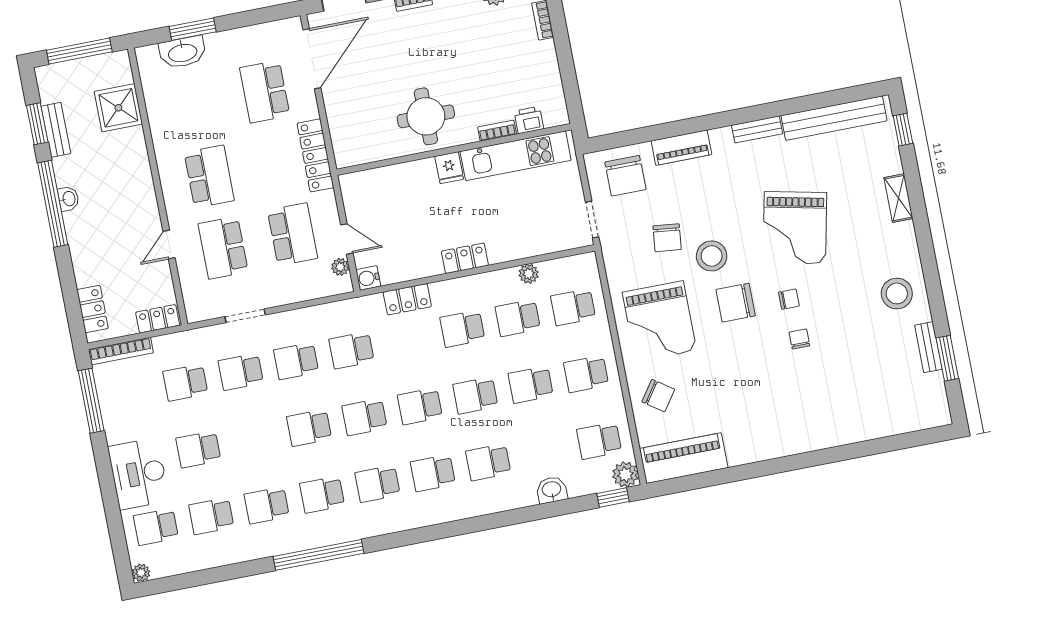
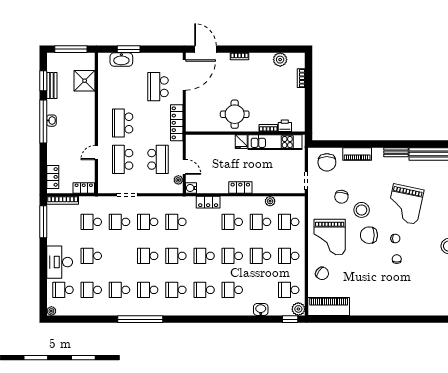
school desk: (209, 176) -> (123, 123), turned 180

